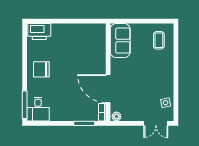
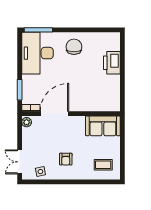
printer: (39, 32) -> (112, 63), moved
armchair: (153, 77) -> (66, 159), added
desk: (38, 109) -> (37, 53), width x1.87, depth x1.30

